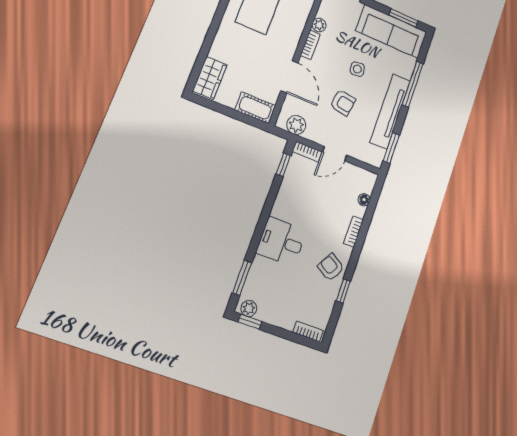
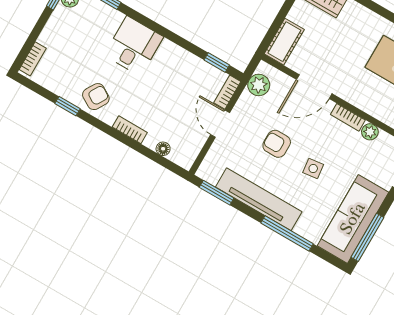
window: (403, 18) -> (367, 237), width x1.44
armchair: (343, 103) -> (277, 144), turned 81

